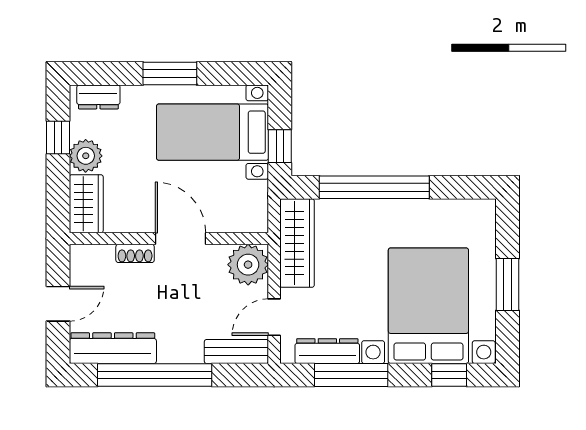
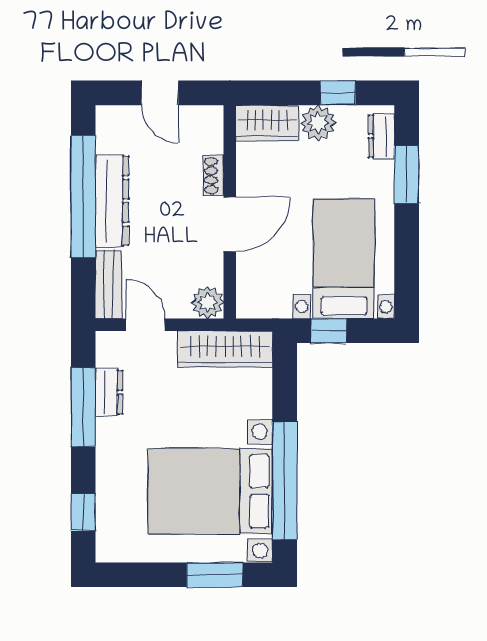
window: (170, 73) -> (407, 175), moved
window: (374, 187) -> (285, 481), moved
plant: (248, 265) -> (208, 303), width x0.73, depth x0.73
window: (507, 284) -> (215, 575), moved
bed with nightstands: (428, 306) -> (210, 491), moved, turned 180
dresser: (113, 348) -> (112, 201), moved
dresser: (327, 351) -> (109, 392), width x0.70

